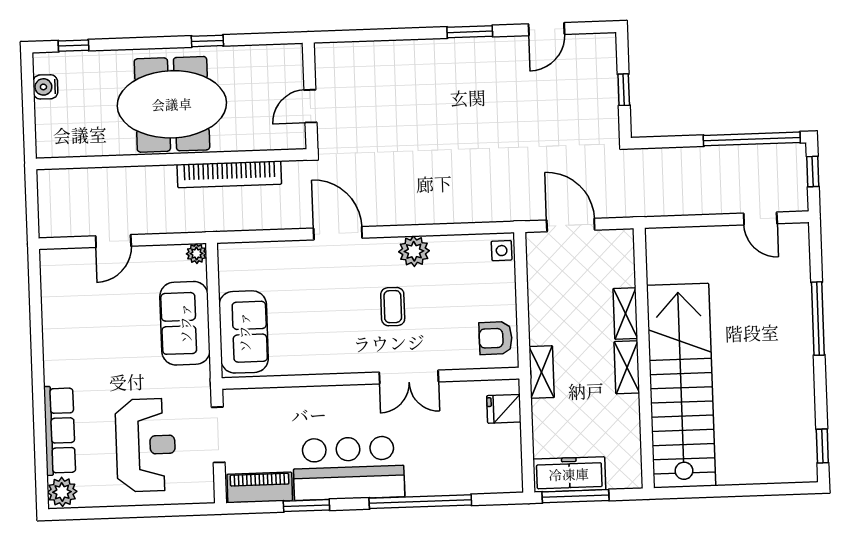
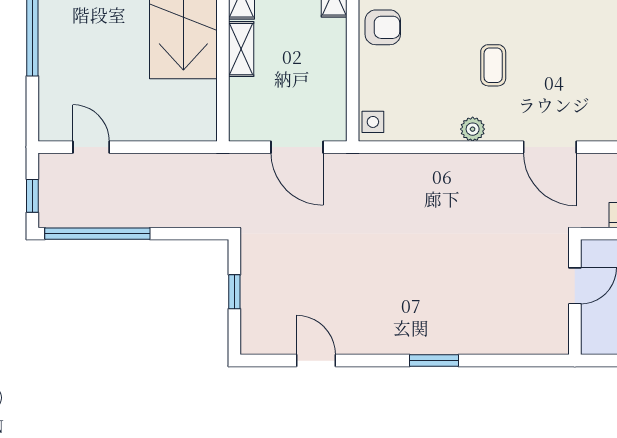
door: (546, 29) -> (316, 361), hinge flipped
window: (470, 32) -> (434, 361), moved
plant: (414, 251) -> (473, 129), width x0.73, depth x0.73

